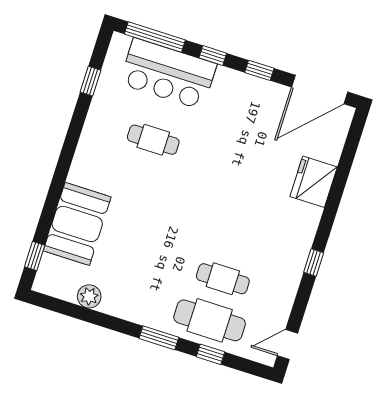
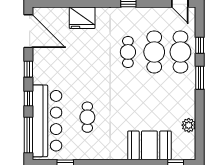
bar counter: (168, 74) -> (47, 121), width x1.36
cafe table: (236, 237) -> (128, 52), added
cafe table: (223, 279) -> (154, 52), width x1.37, depth x1.35

